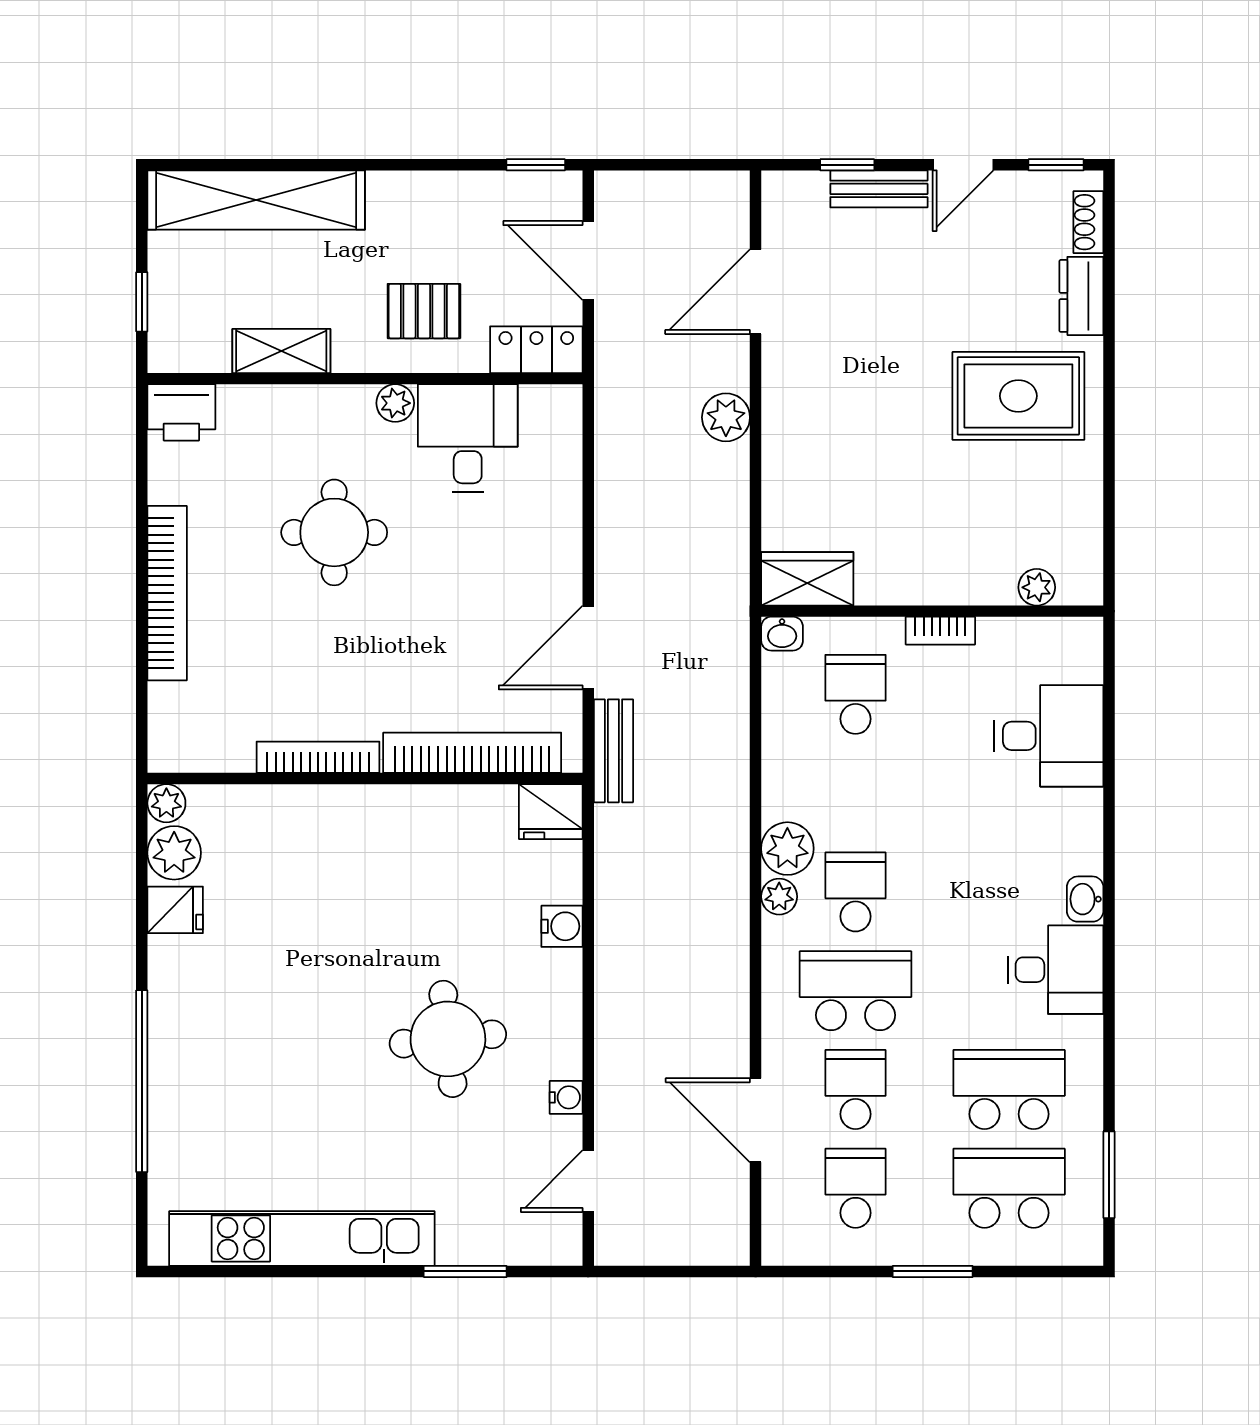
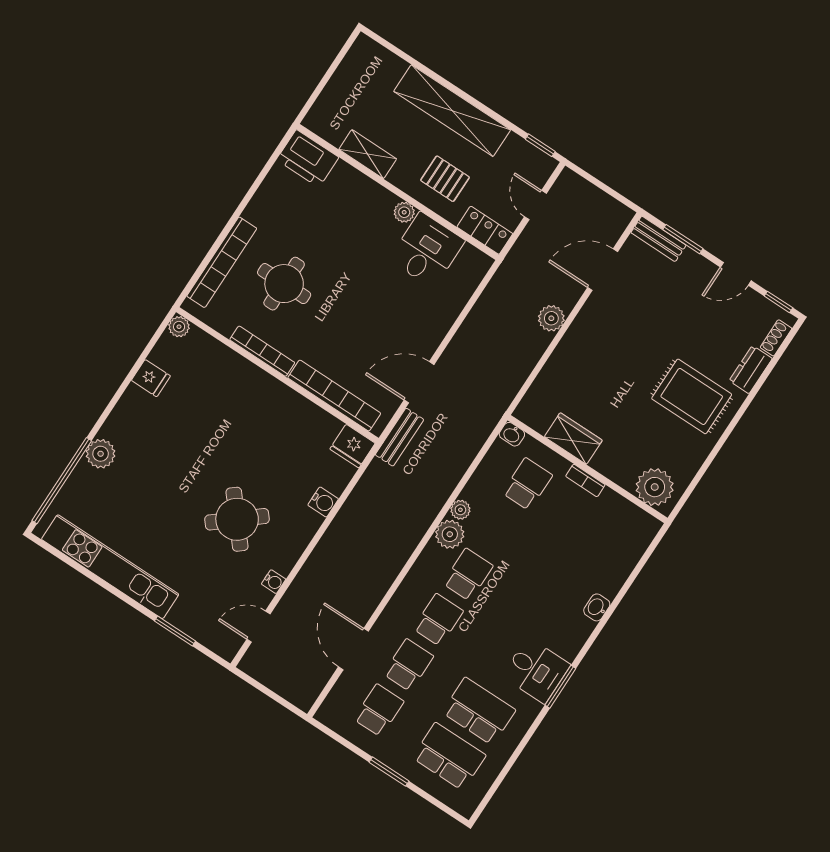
window: (847, 165) -> (683, 239), width x1.50
bench: (879, 189) -> (658, 239), moved
shelving: (256, 200) -> (452, 111), moved
door: (588, 261) -> (535, 205), width x0.73
window: (142, 302) -> (319, 90), removed
printer: (181, 412) -> (308, 158), width x1.37, depth x1.19
round table: (334, 532) -> (284, 284), moved
wardrobe: (807, 579) -> (573, 439), moved
plant: (1037, 587) -> (655, 487), width x1.88, depth x1.88
bookcase: (167, 593) -> (222, 262), moved
desk: (1049, 736) -> (603, 561), removed
plant: (174, 853) -> (101, 454), moved
plant: (779, 897) -> (460, 510), moved
washbasin: (1085, 899) -> (597, 607), moved
school desk: (856, 991) -> (438, 620), width x0.54
round table: (448, 1039) -> (237, 519), turned -34
window: (142, 1081) -> (62, 481), moved
window: (1109, 1175) -> (560, 687), moved

